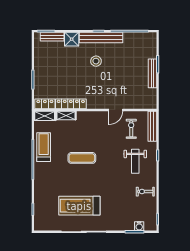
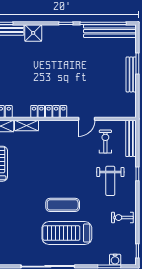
bench: (101, 38) -> (110, 31), moved
stool: (96, 61) -> (63, 60), removed
locker: (71, 104) -> (49, 111), moved
exercise mat: (82, 158) -> (63, 205), moved
treadmill: (79, 206) -> (67, 233), moved

